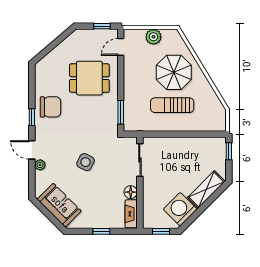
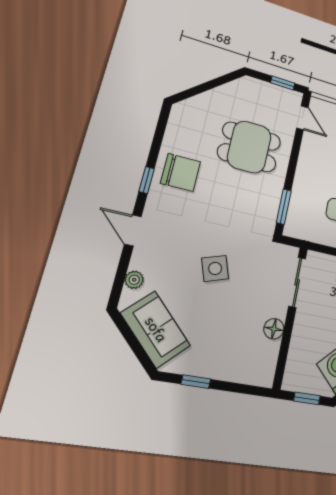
door: (121, 47) -> (302, 118), swing flipped
side table: (86, 162) -> (215, 268), turned 45
plant: (40, 165) -> (134, 280), moved
fireplace: (131, 214) -> (268, 363), removed
window: (101, 231) -> (196, 382), moved

